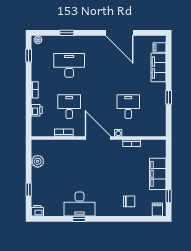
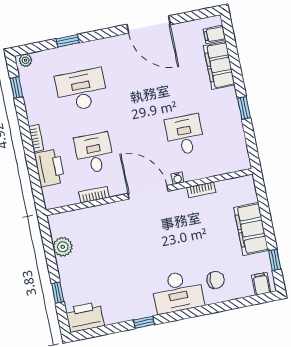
printer: (37, 110) -> (50, 168), width x1.87, depth x1.48
desk: (80, 204) -> (178, 292), moved
printer: (37, 211) -> (85, 317), width x1.87, depth x1.48

